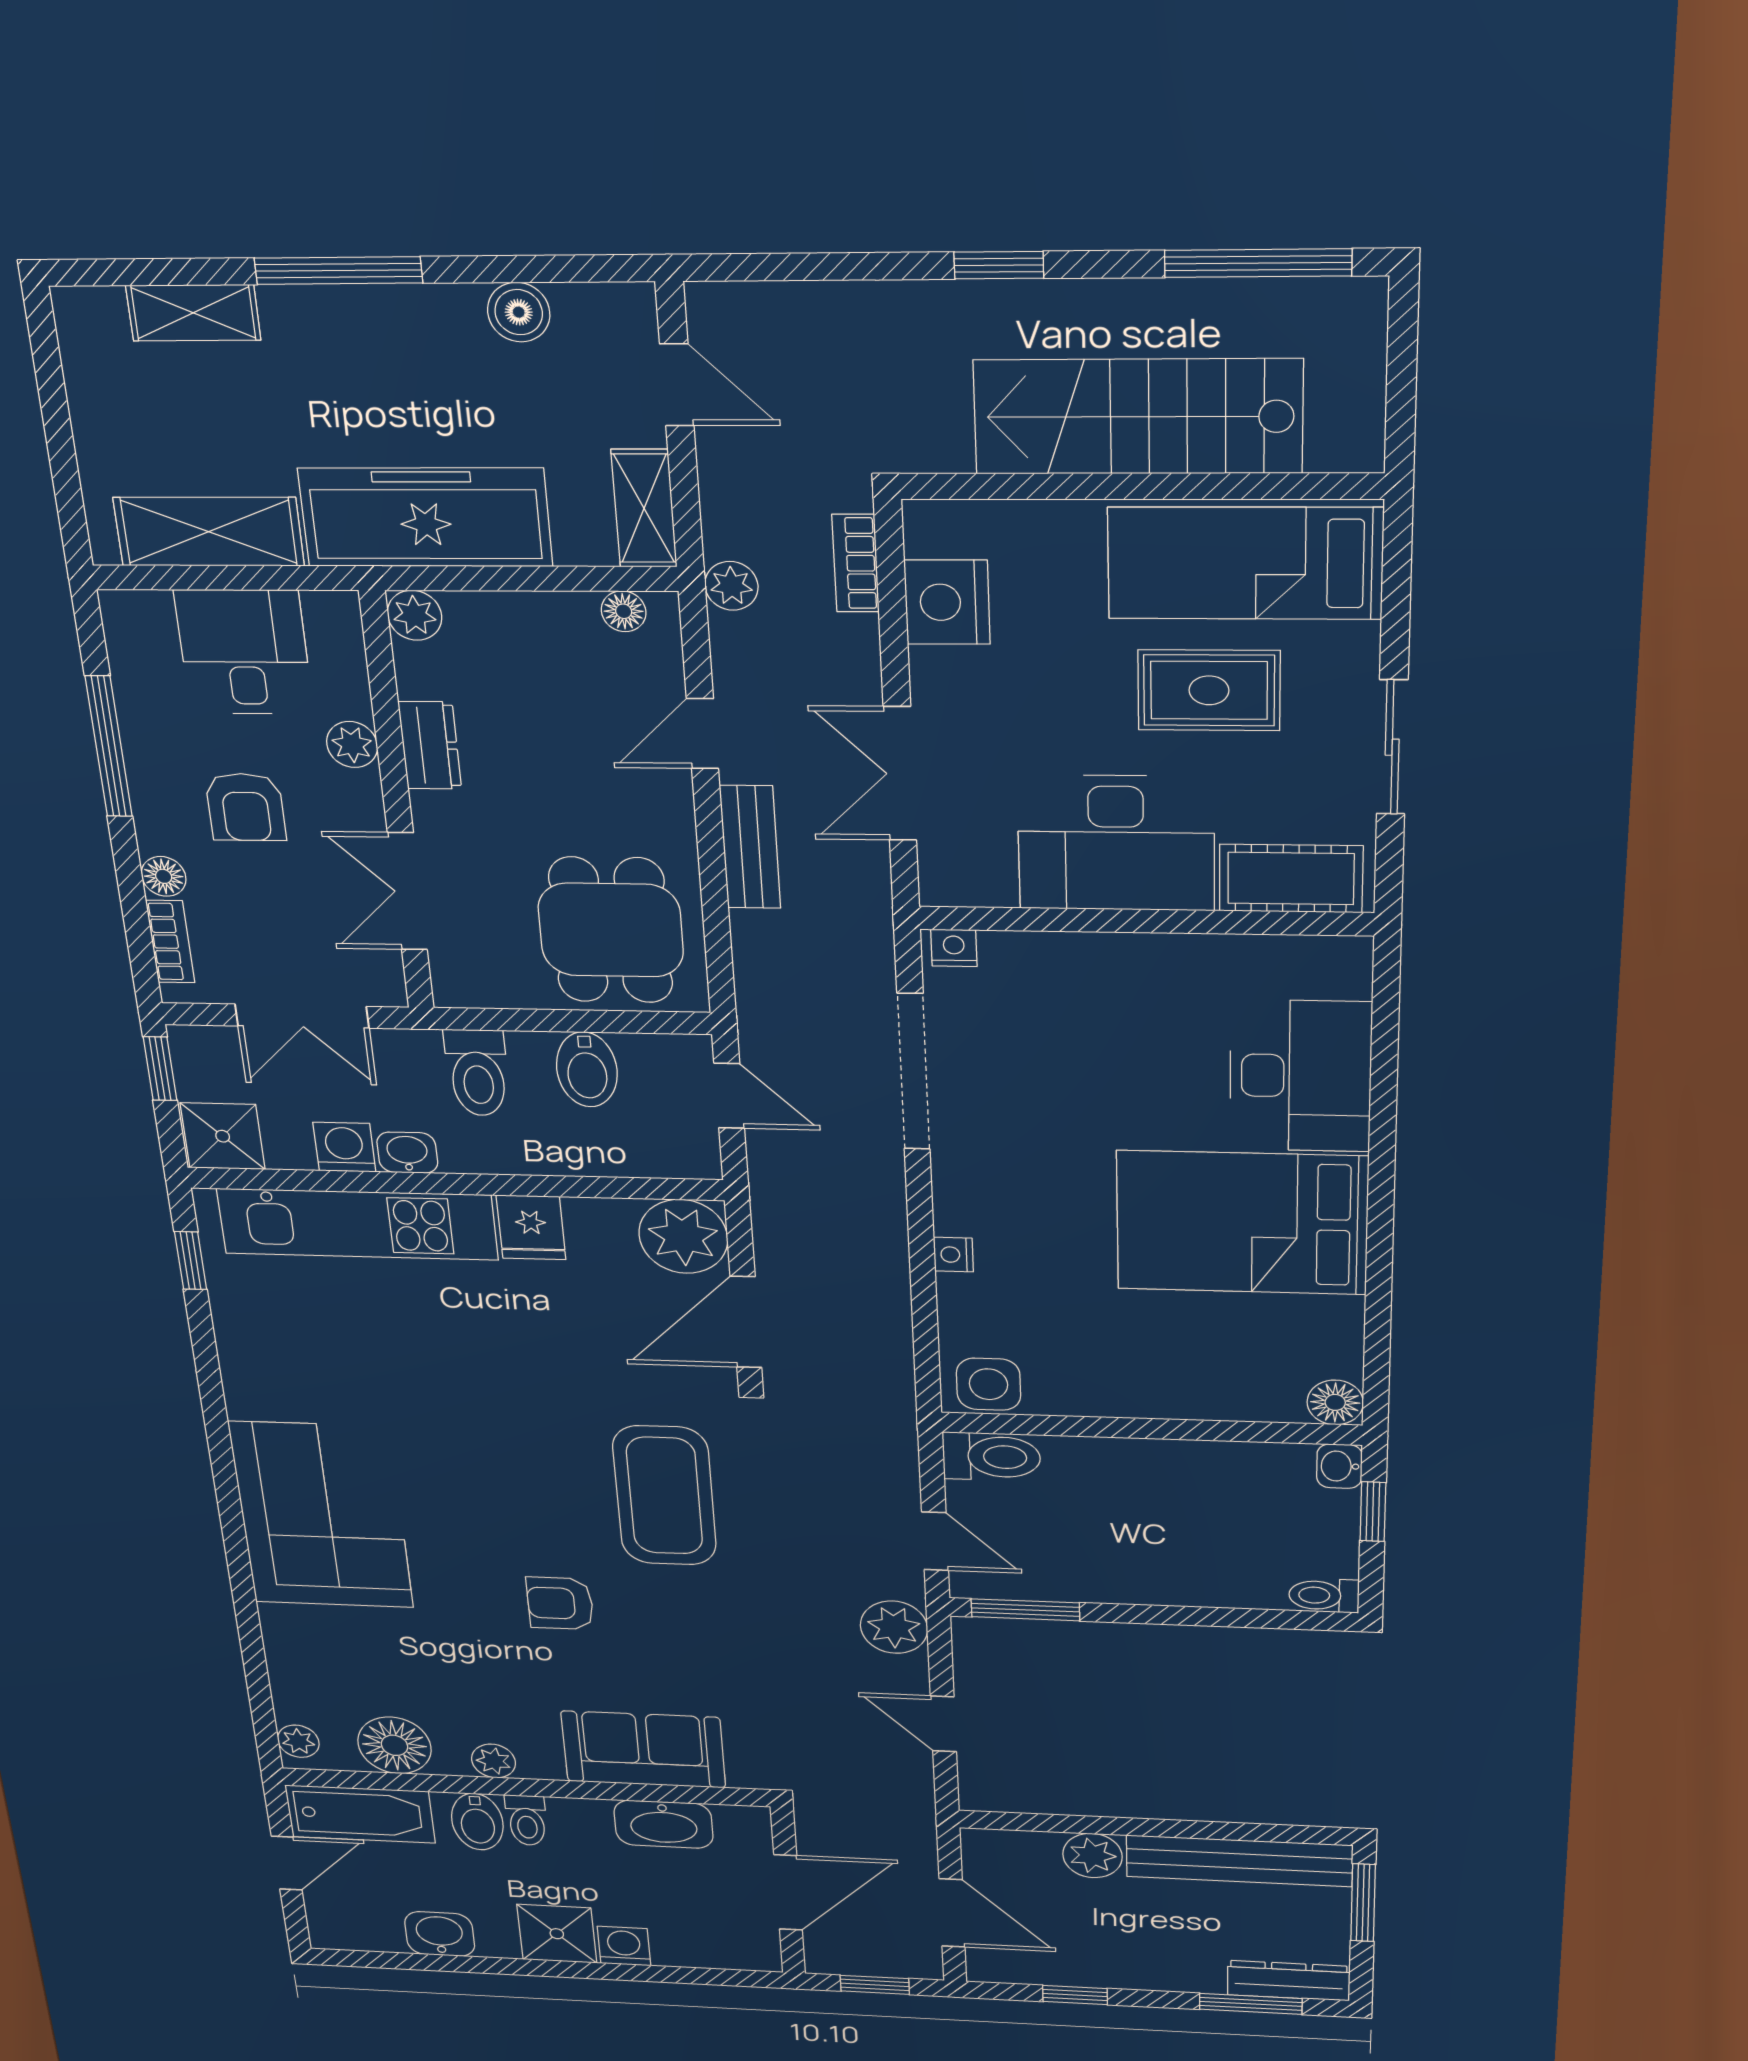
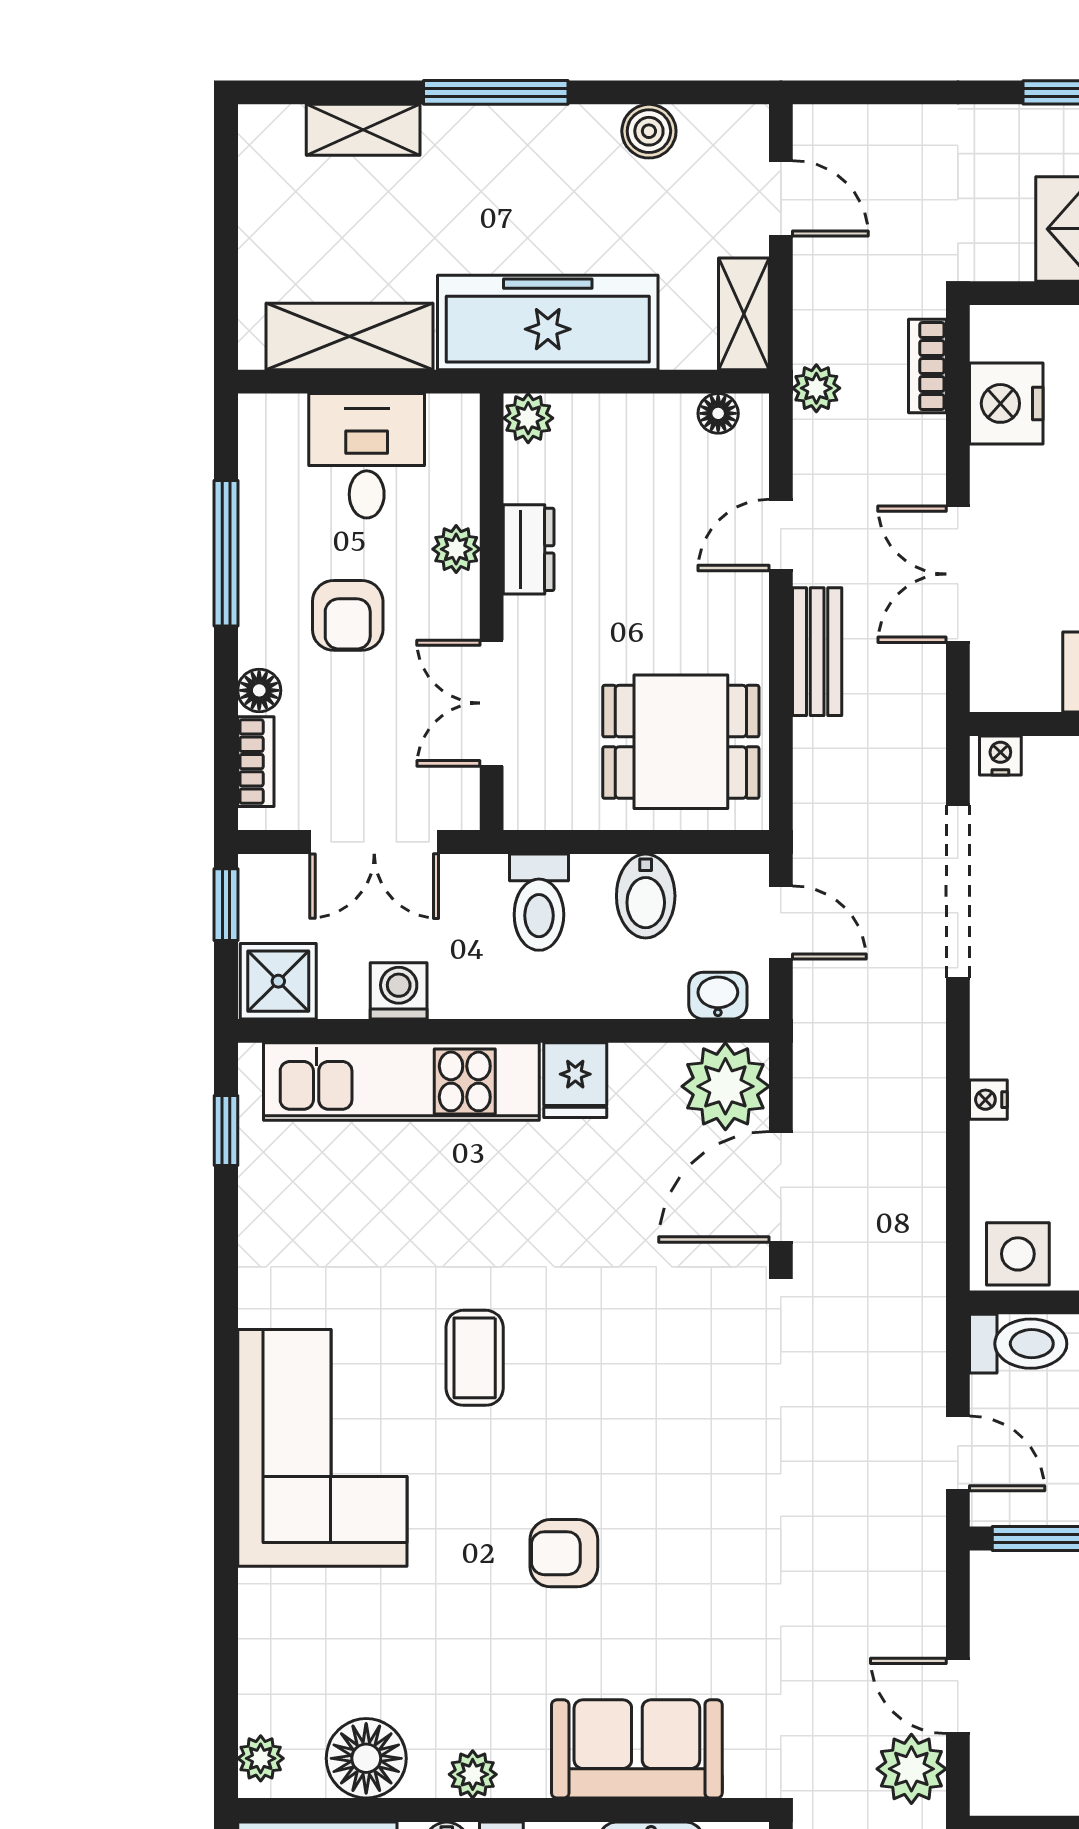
dining table: (611, 930) -> (681, 742), turned 90
washbasin: (407, 1153) -> (718, 996), moved
coffee table: (664, 1496) -> (475, 1358), moved, width x0.54, depth x0.58
plant: (894, 1627) -> (911, 1769), moved

